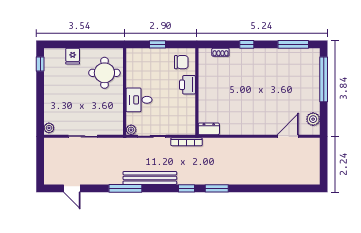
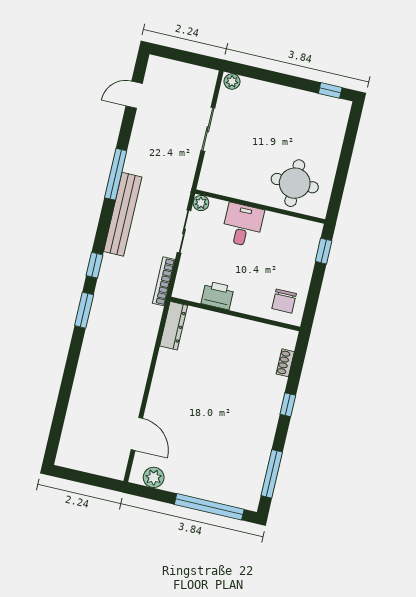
window: (157, 44) -> (324, 251), moved
fridge: (73, 56) -> (331, 142), removed
printer: (187, 85) -> (218, 295), moved
dresser: (209, 129) -> (174, 326), width x1.44

